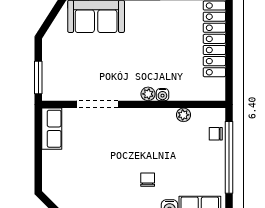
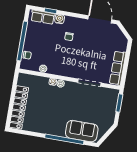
row of seats: (52, 129) -> (118, 68), width x1.48

